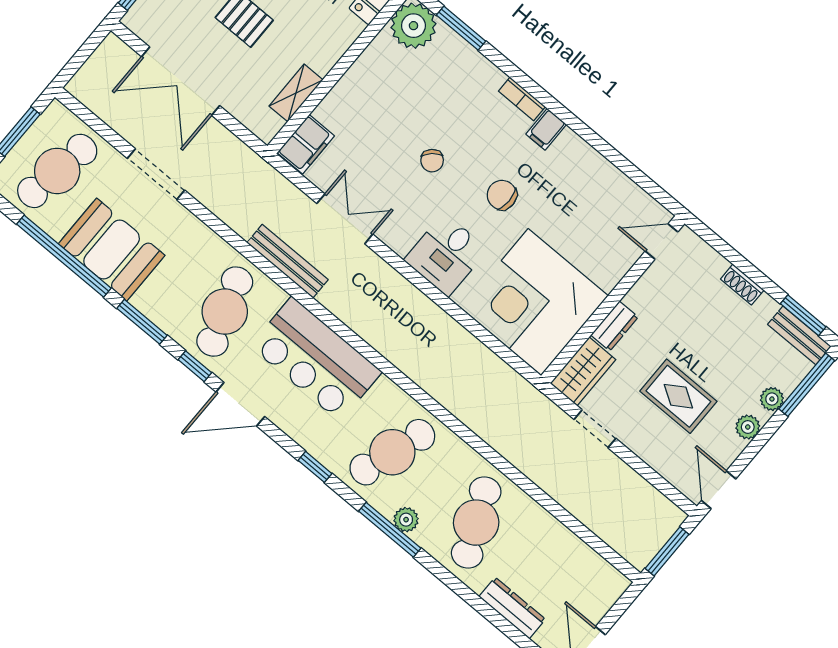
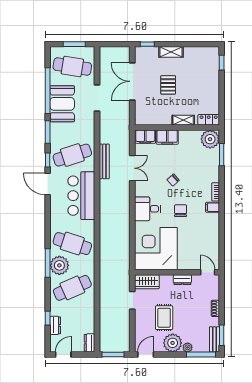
shelving: (296, 93) -> (183, 120), moved
filing cabinet: (342, 104) -> (167, 137), added
dresser: (615, 326) -> (182, 280), moved
plant: (748, 427) -> (173, 343), width x1.88, depth x1.88
window: (315, 467) -> (48, 318), moved
plant: (406, 520) -> (59, 265), width x1.88, depth x1.88
dresser: (608, 578) -> (89, 343), added
dresser: (512, 608) -> (55, 325), width x0.70

